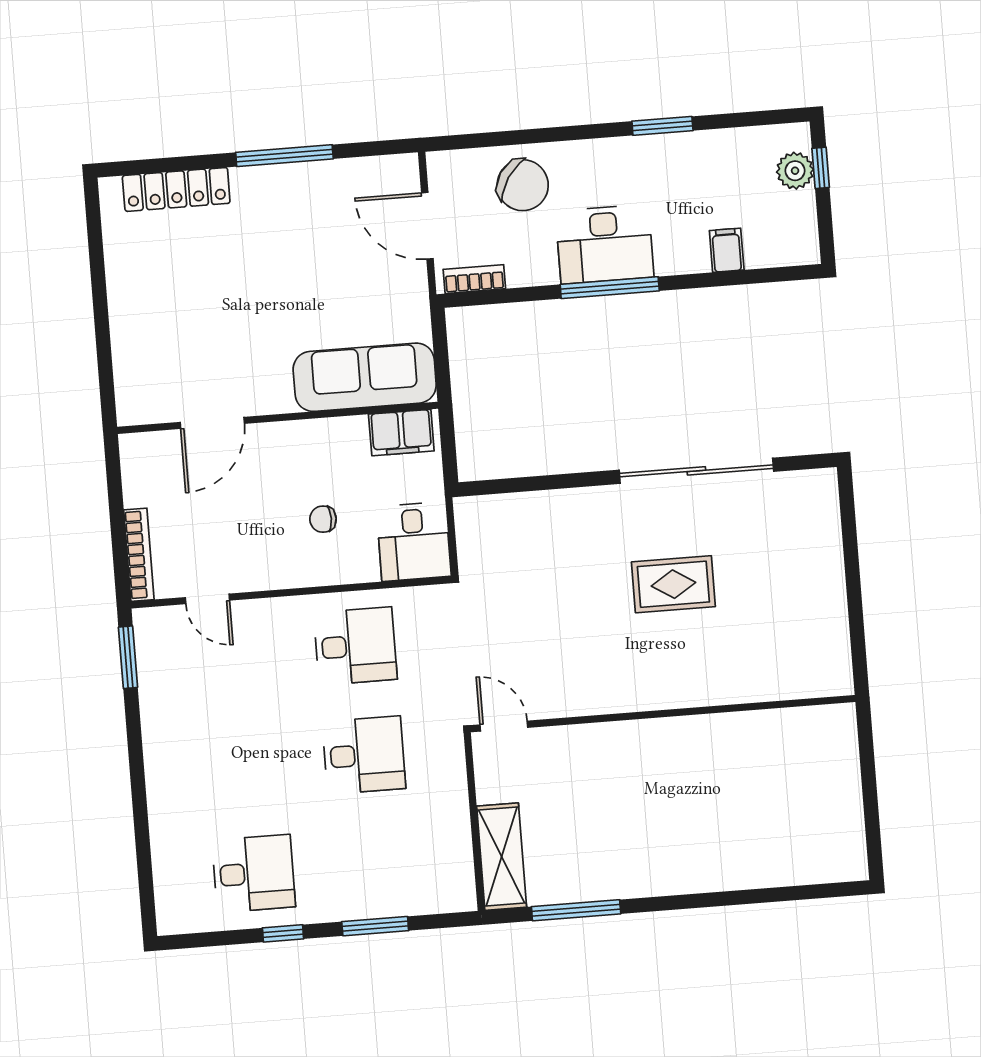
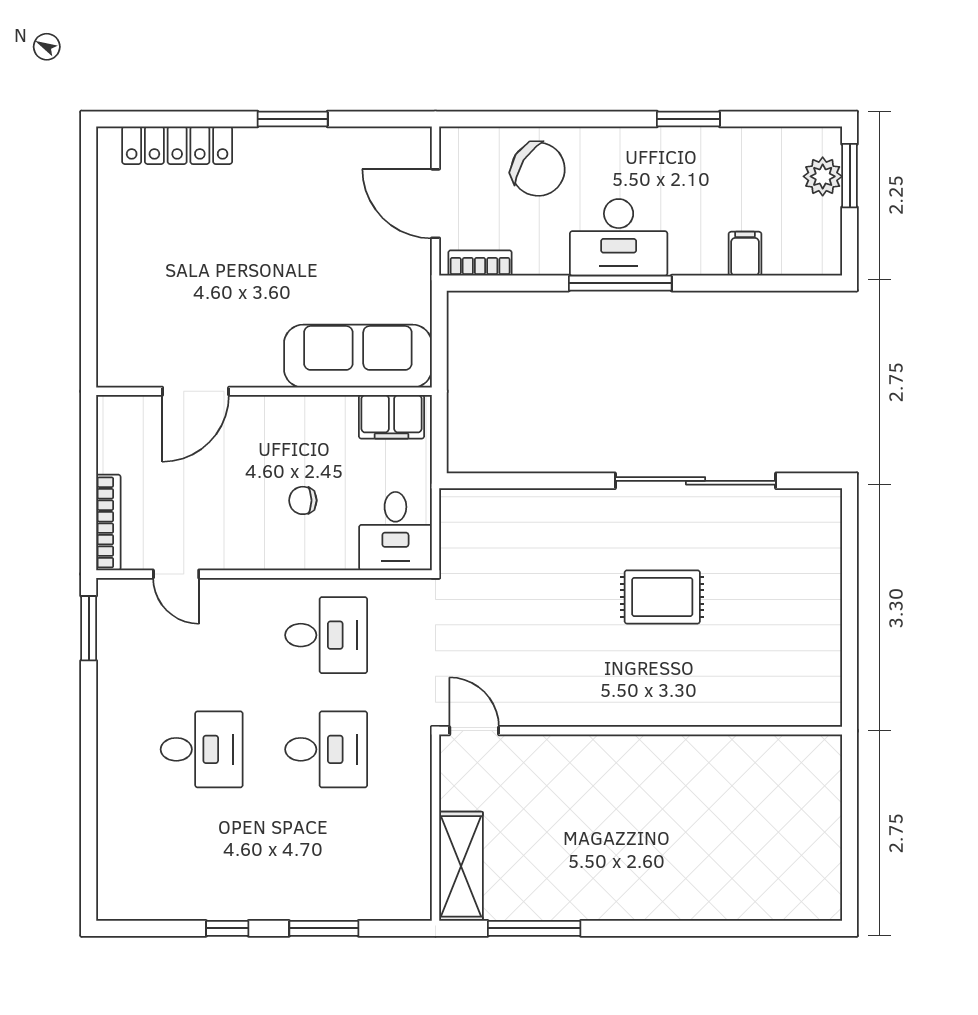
window: (284, 156) -> (293, 119), width x0.69
window: (821, 168) -> (850, 176), width x1.50
desk: (254, 873) -> (202, 749), moved

